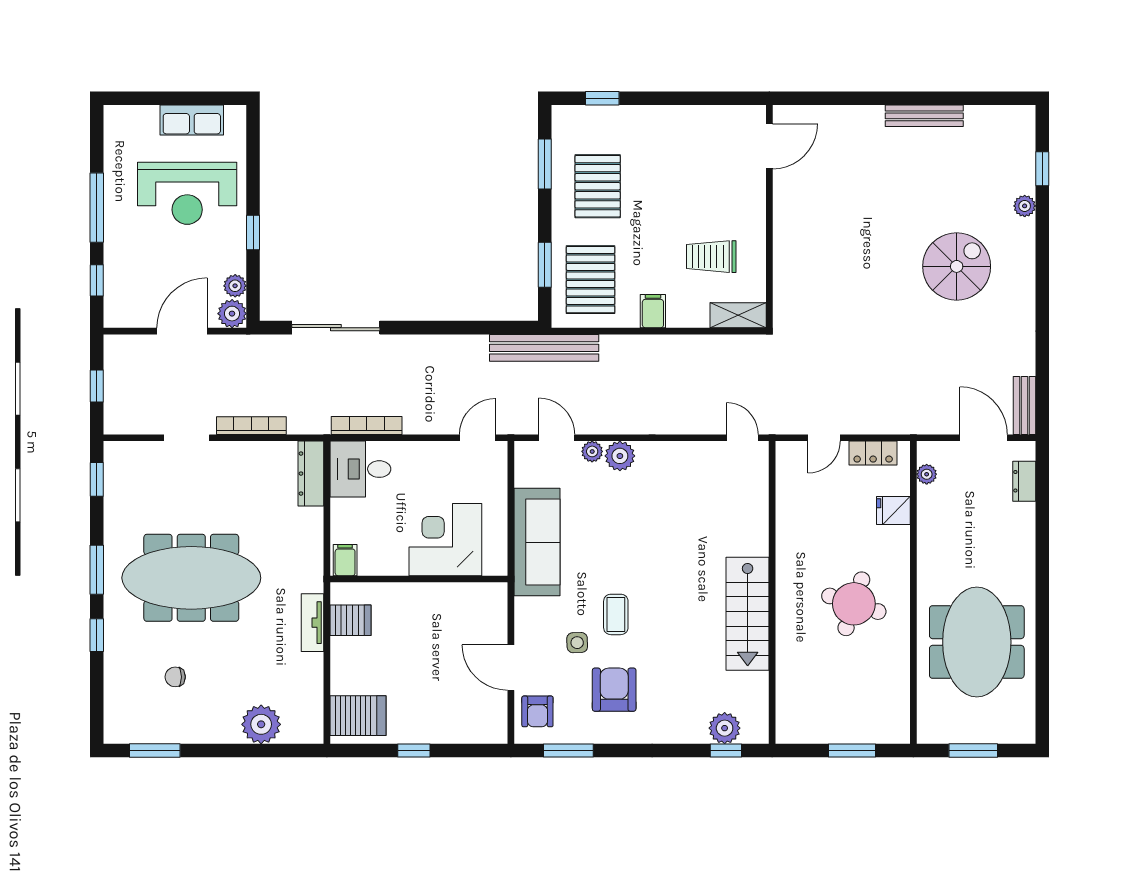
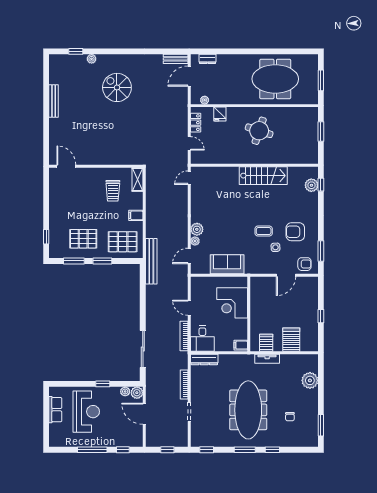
window: (545, 265) -> (102, 261), moved
door: (478, 438) -> (189, 308), moved
sofa: (537, 542) -> (227, 264), width x0.73
server rack: (358, 716) -> (291, 340), moved

